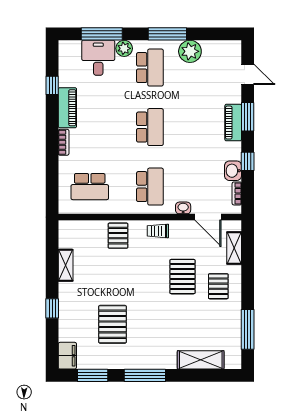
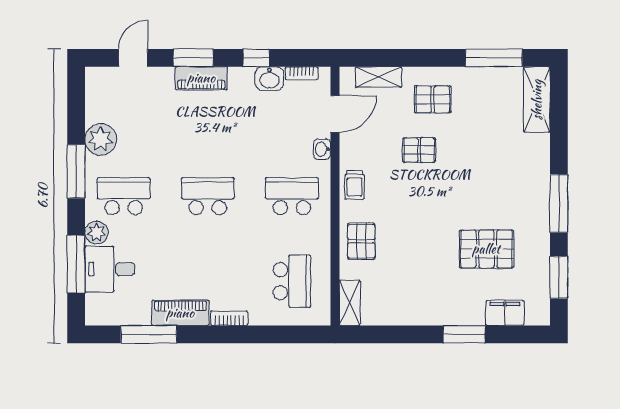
window: (52, 85) -> (149, 334), width x2.17
pallet: (118, 236) -> (361, 241), turned 90
shelving: (66, 265) -> (350, 303), moved, turned 90
pallet: (182, 277) -> (419, 150), width x0.67, depth x0.71
window: (52, 308) -> (464, 334), width x1.50
filing cabinet: (67, 356) -> (505, 313), moved
shelving: (201, 360) -> (537, 100), moved

